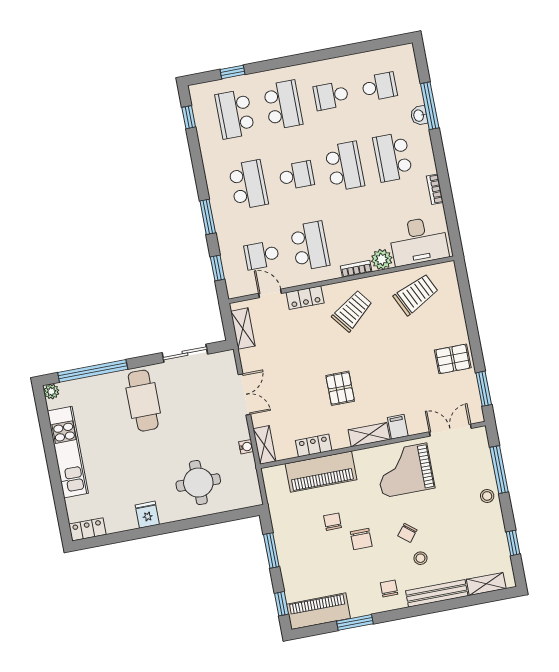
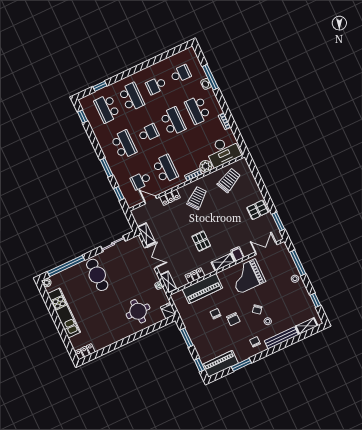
shelving: (243, 329) -> (146, 234), moved
fridge: (147, 515) -> (168, 311), moved

